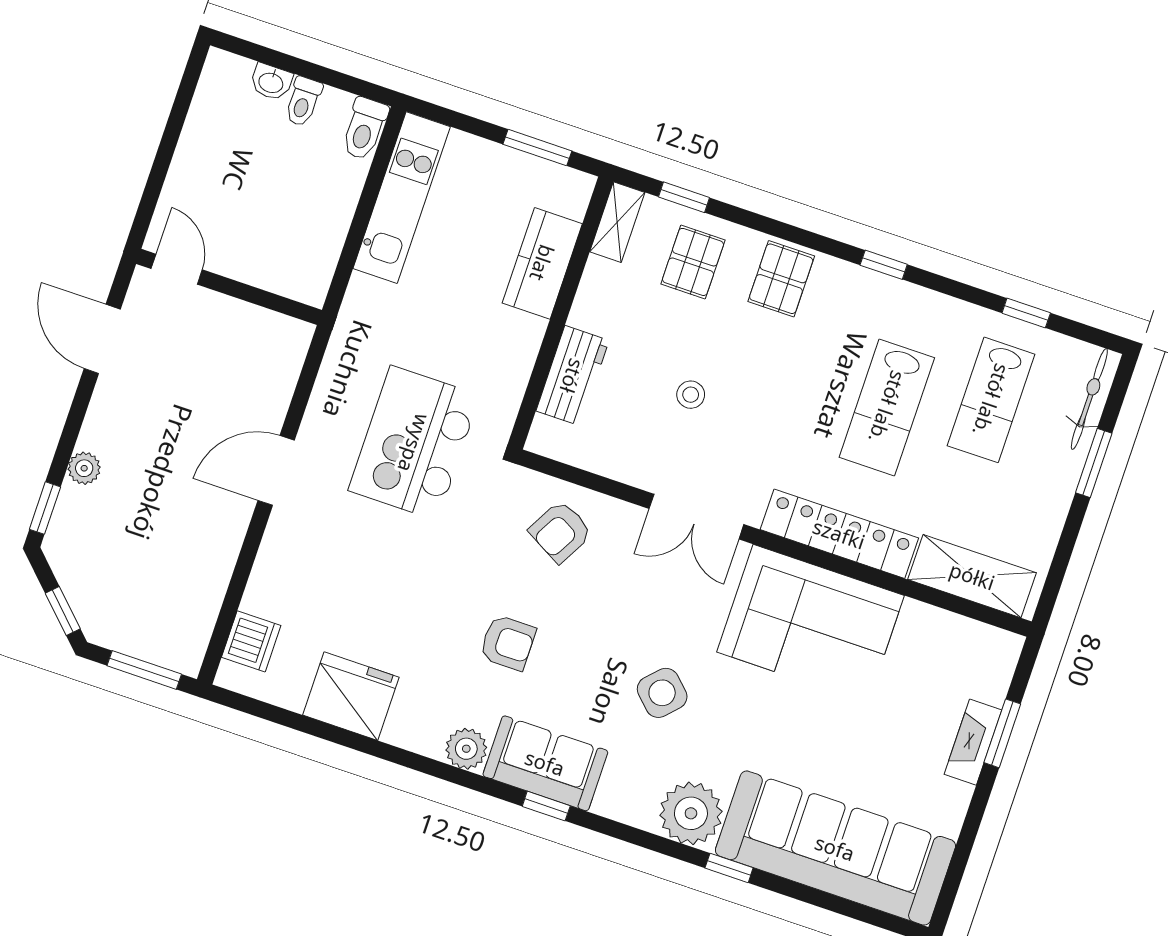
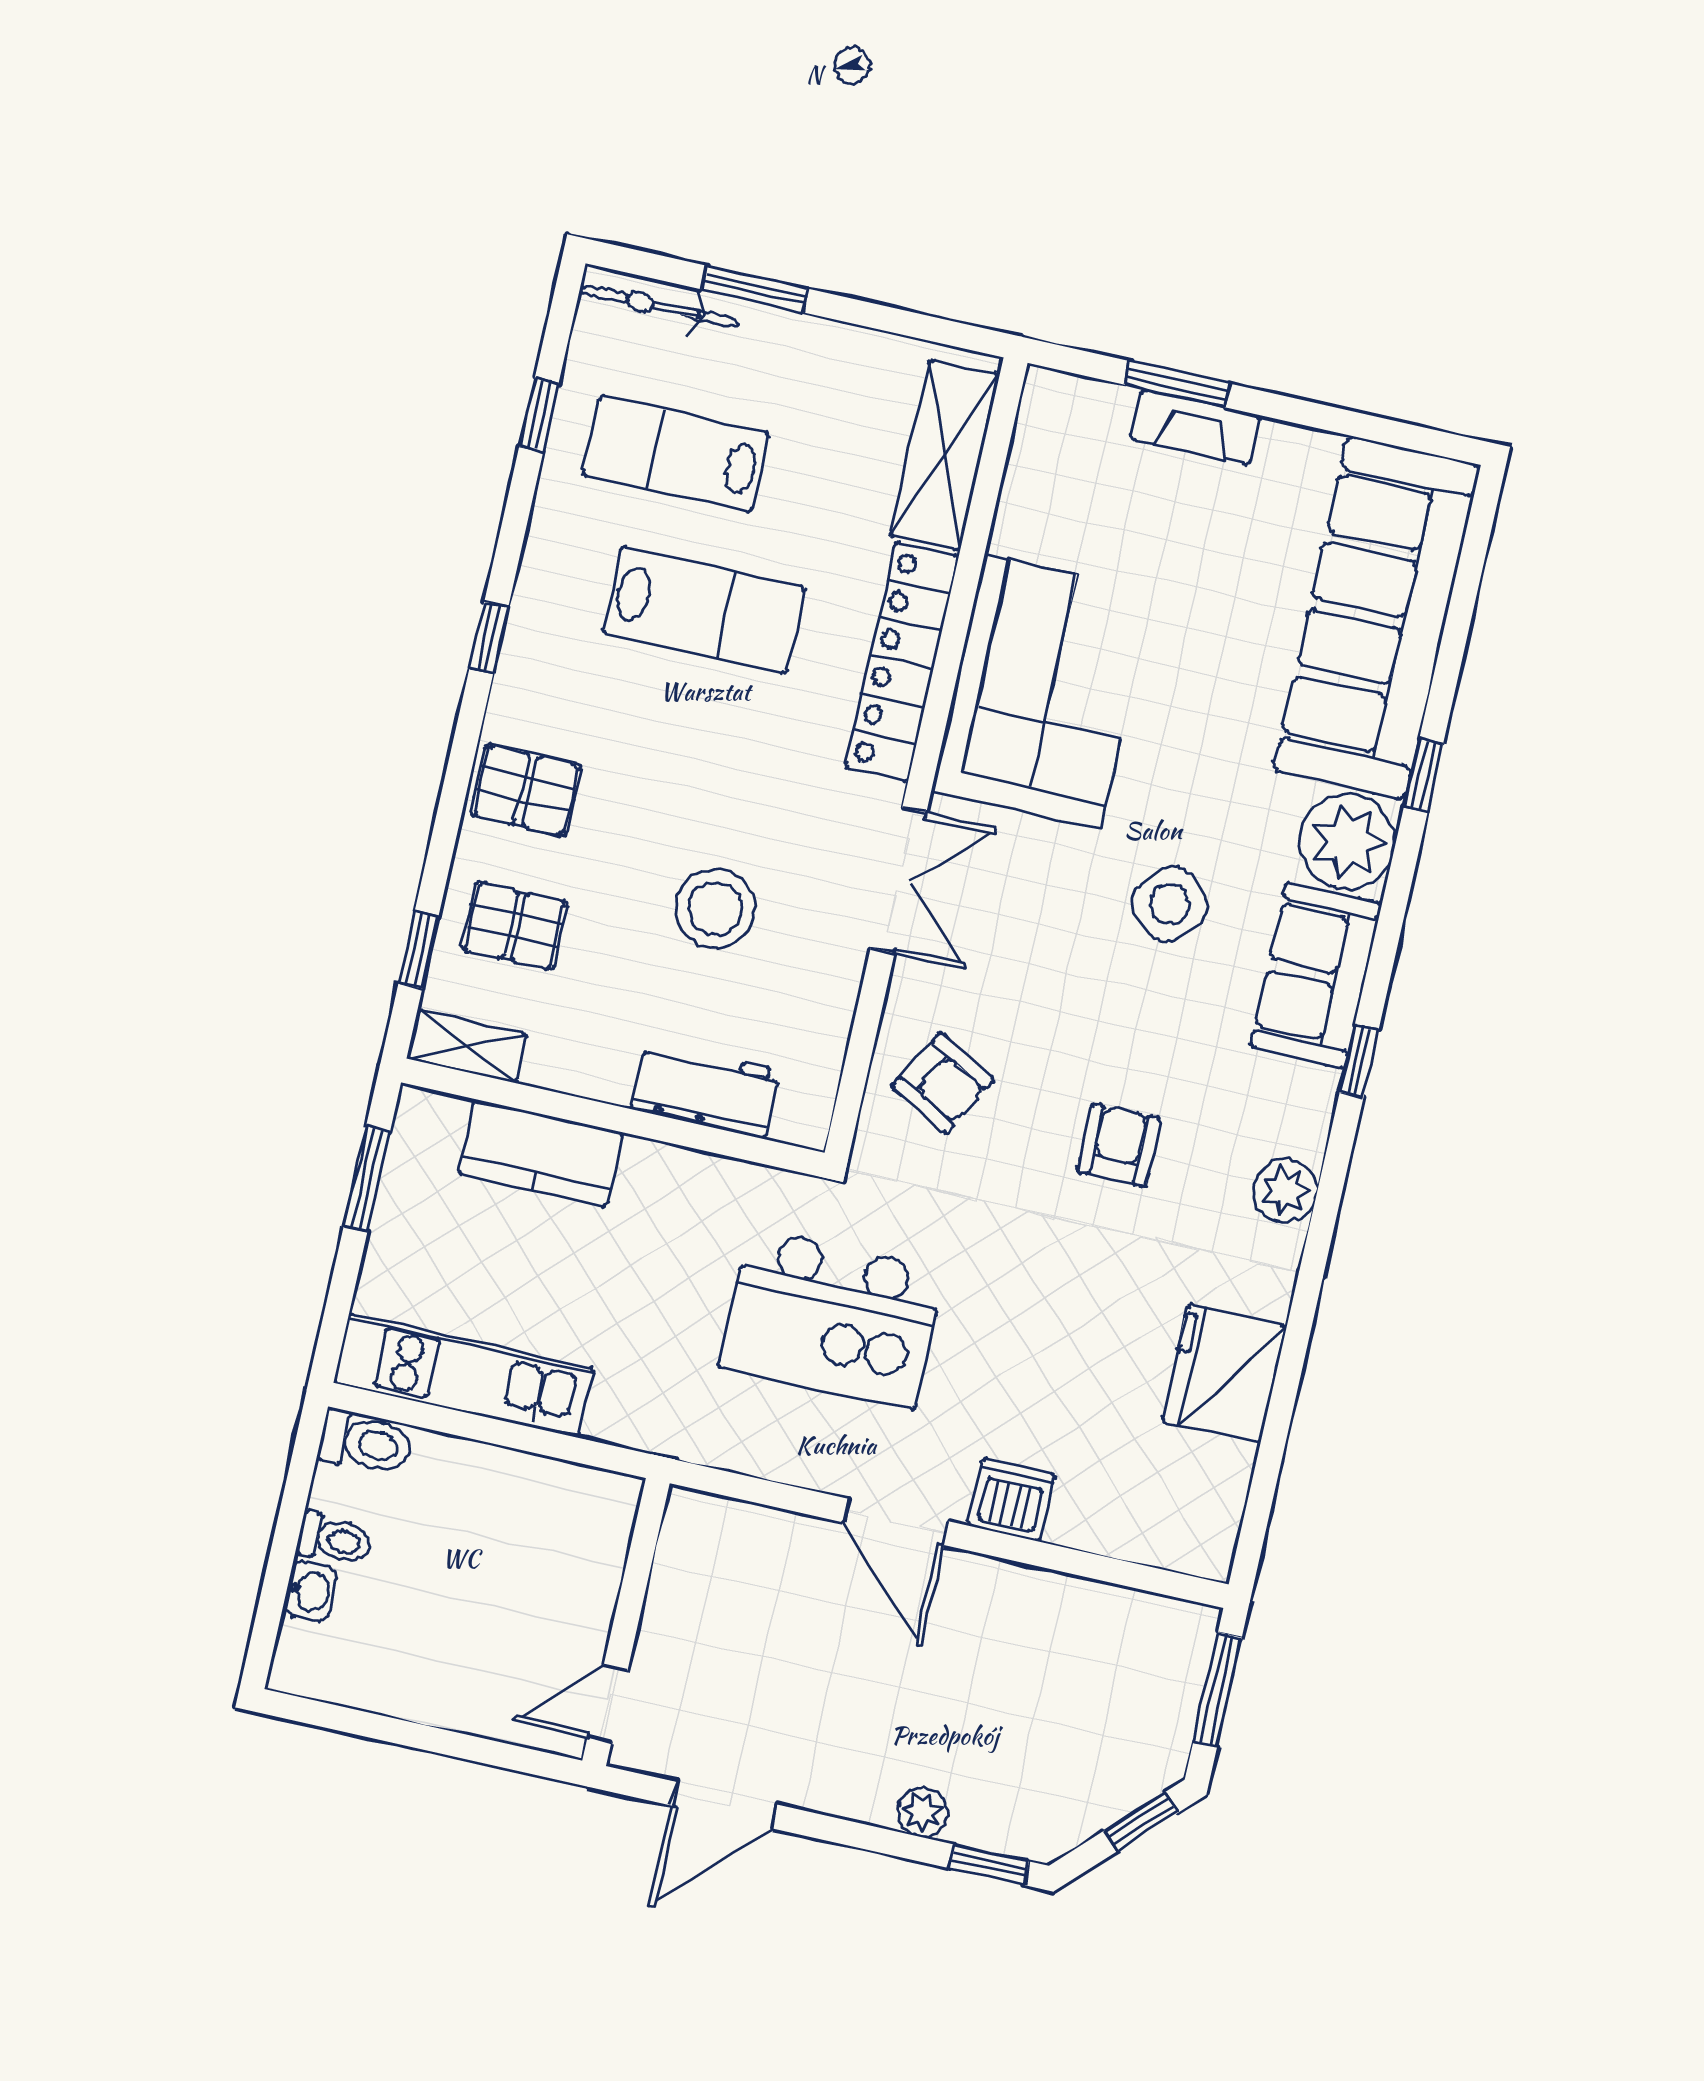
stool: (691, 395) -> (715, 908), width x1.89, depth x1.89
lab bench: (991, 400) -> (676, 454), turned 180
dishwasher: (251, 641) -> (1011, 1500), moved
sofa: (545, 763) -> (1316, 975), moved

